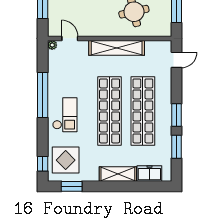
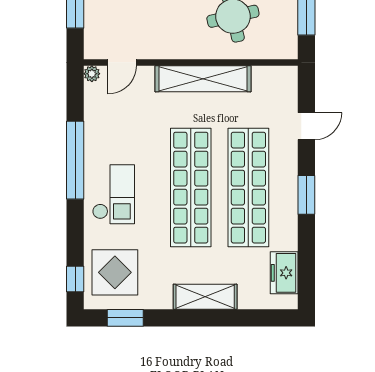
door: (70, 38) -> (122, 62), swing flipped
door: (176, 60) -> (306, 126), moved
window: (176, 147) -> (306, 250), removed
freezer: (149, 174) -> (284, 273), moved, turned -90

